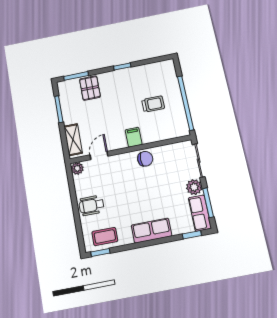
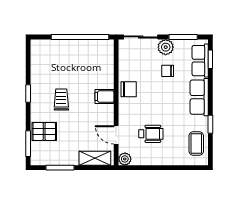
trolley: (153, 104) -> (61, 100), moved
chair: (145, 159) -> (129, 89), turned 90
chair: (171, 194) -> (168, 71), added
wheelchair: (92, 205) -> (151, 134), moved, turned -90
row of seats: (200, 213) -> (200, 61), moved, turned 90
window: (100, 252) -> (210, 124), moved

